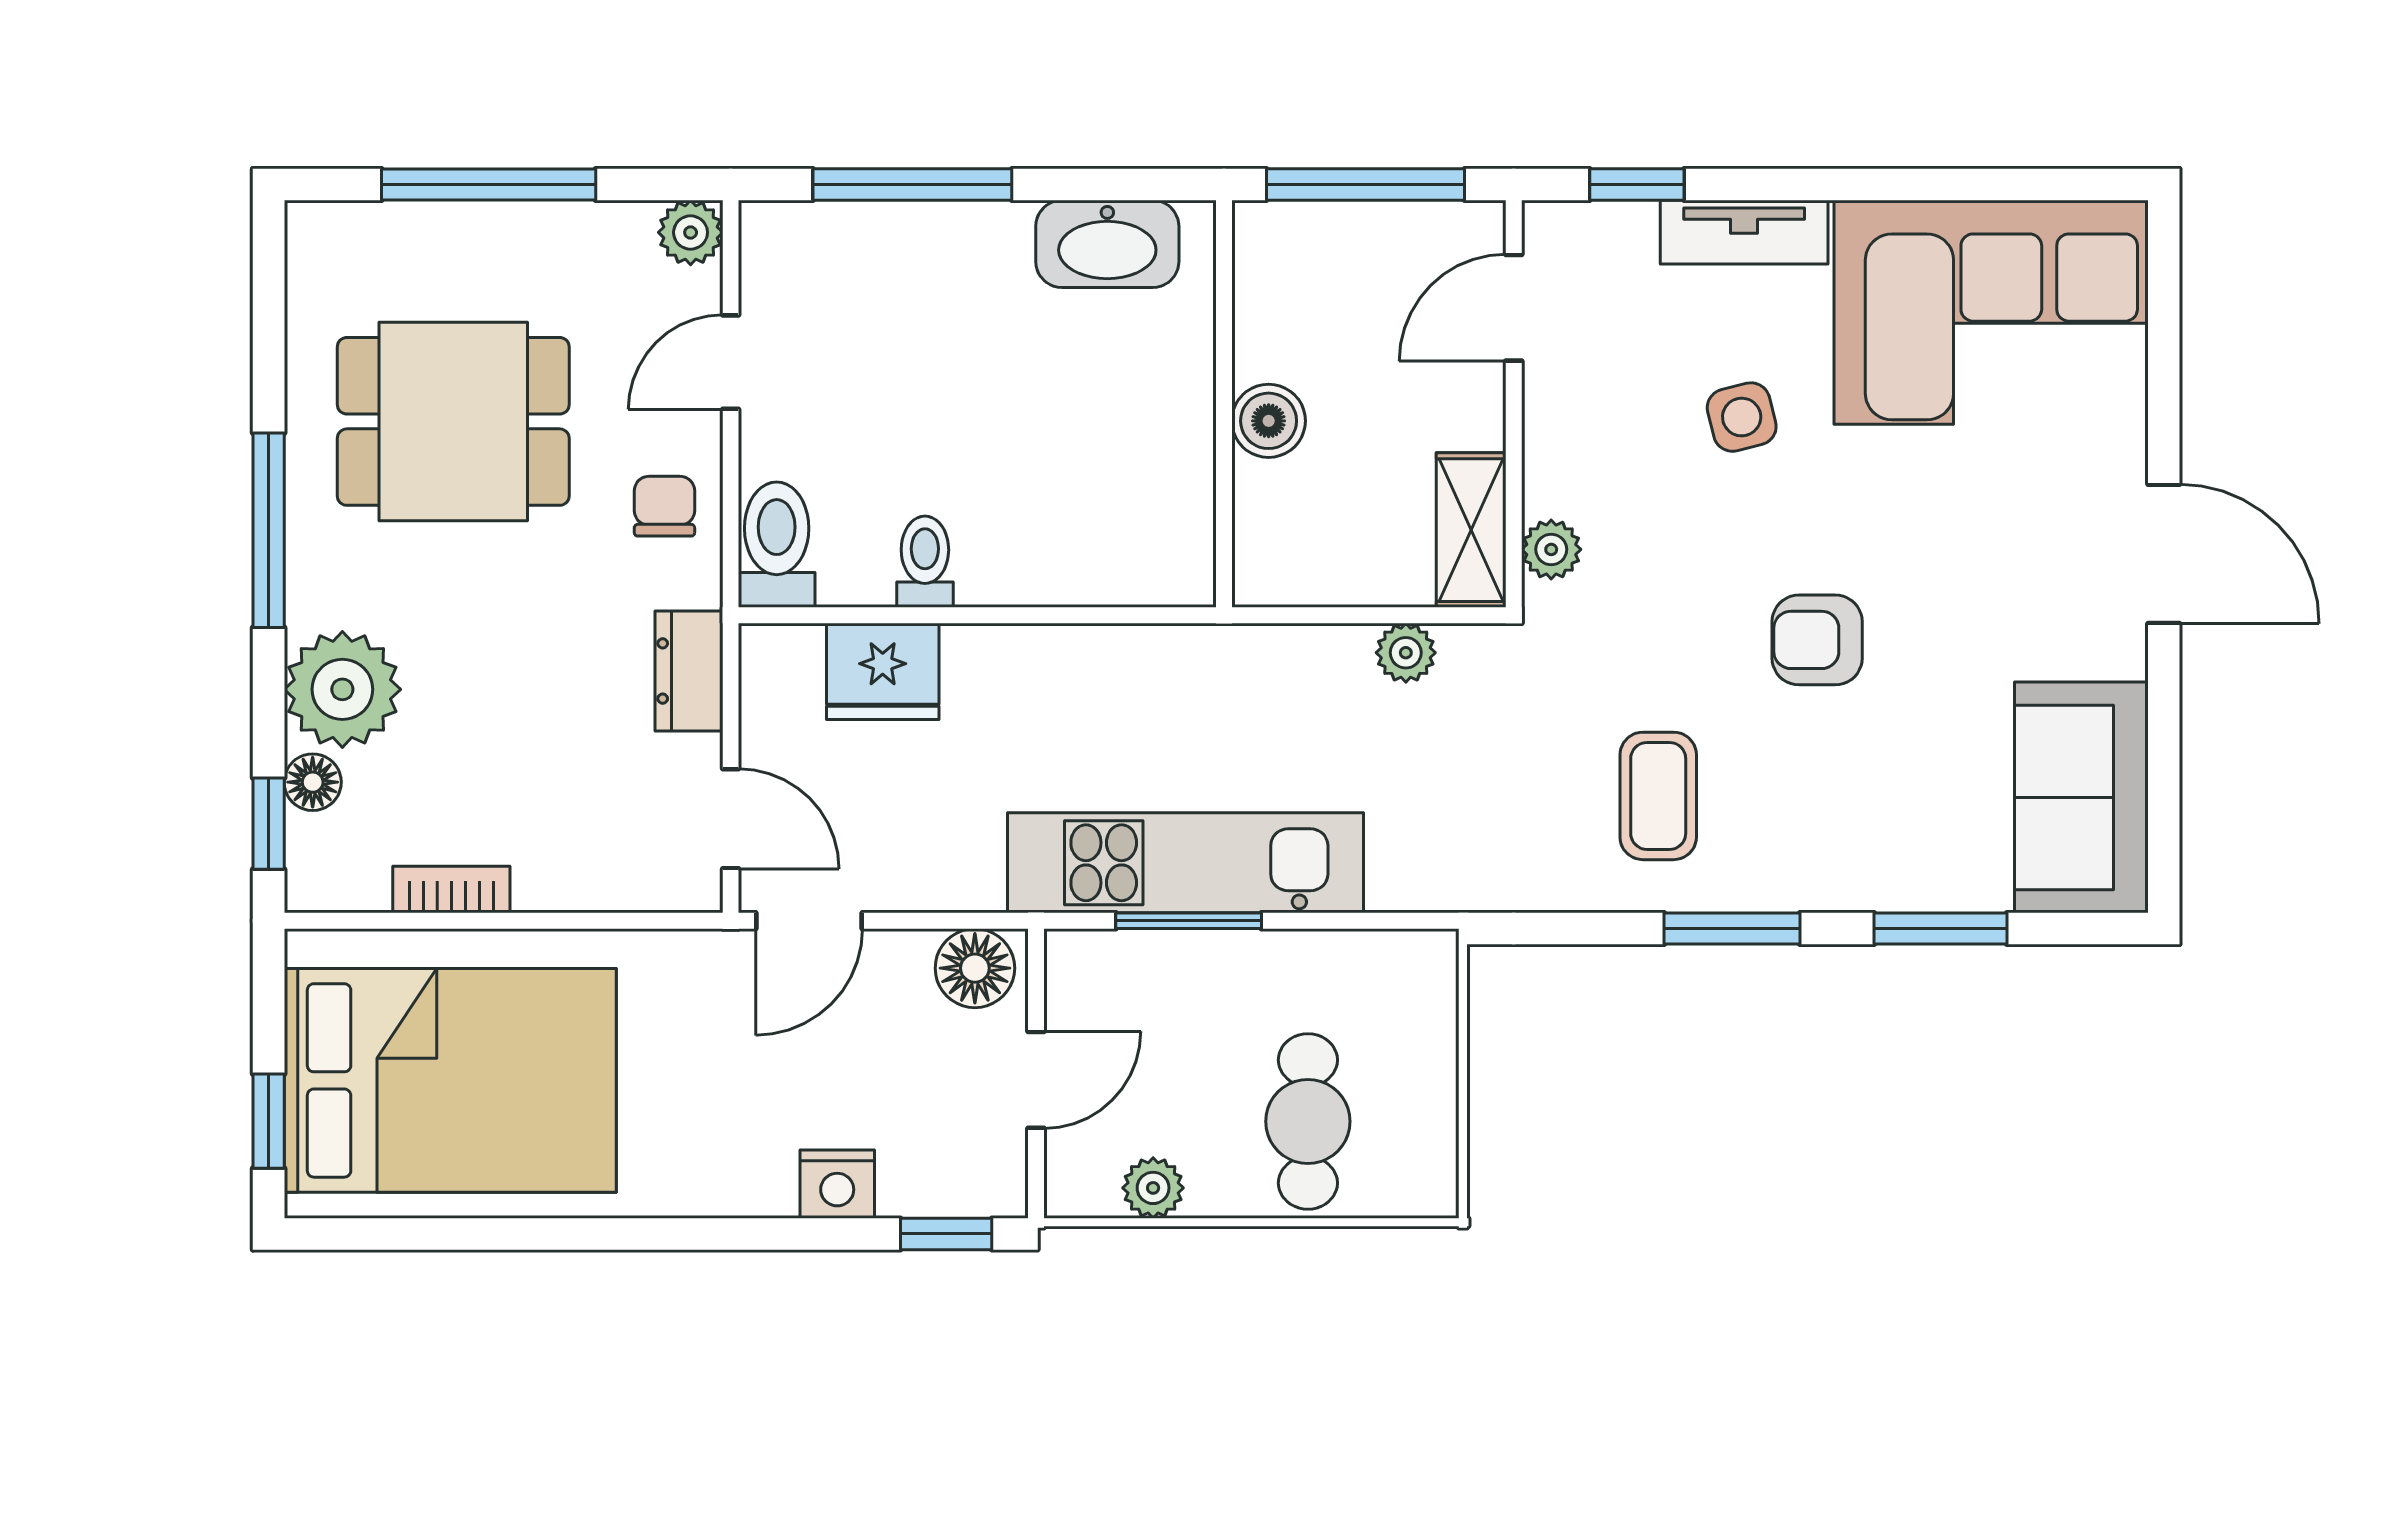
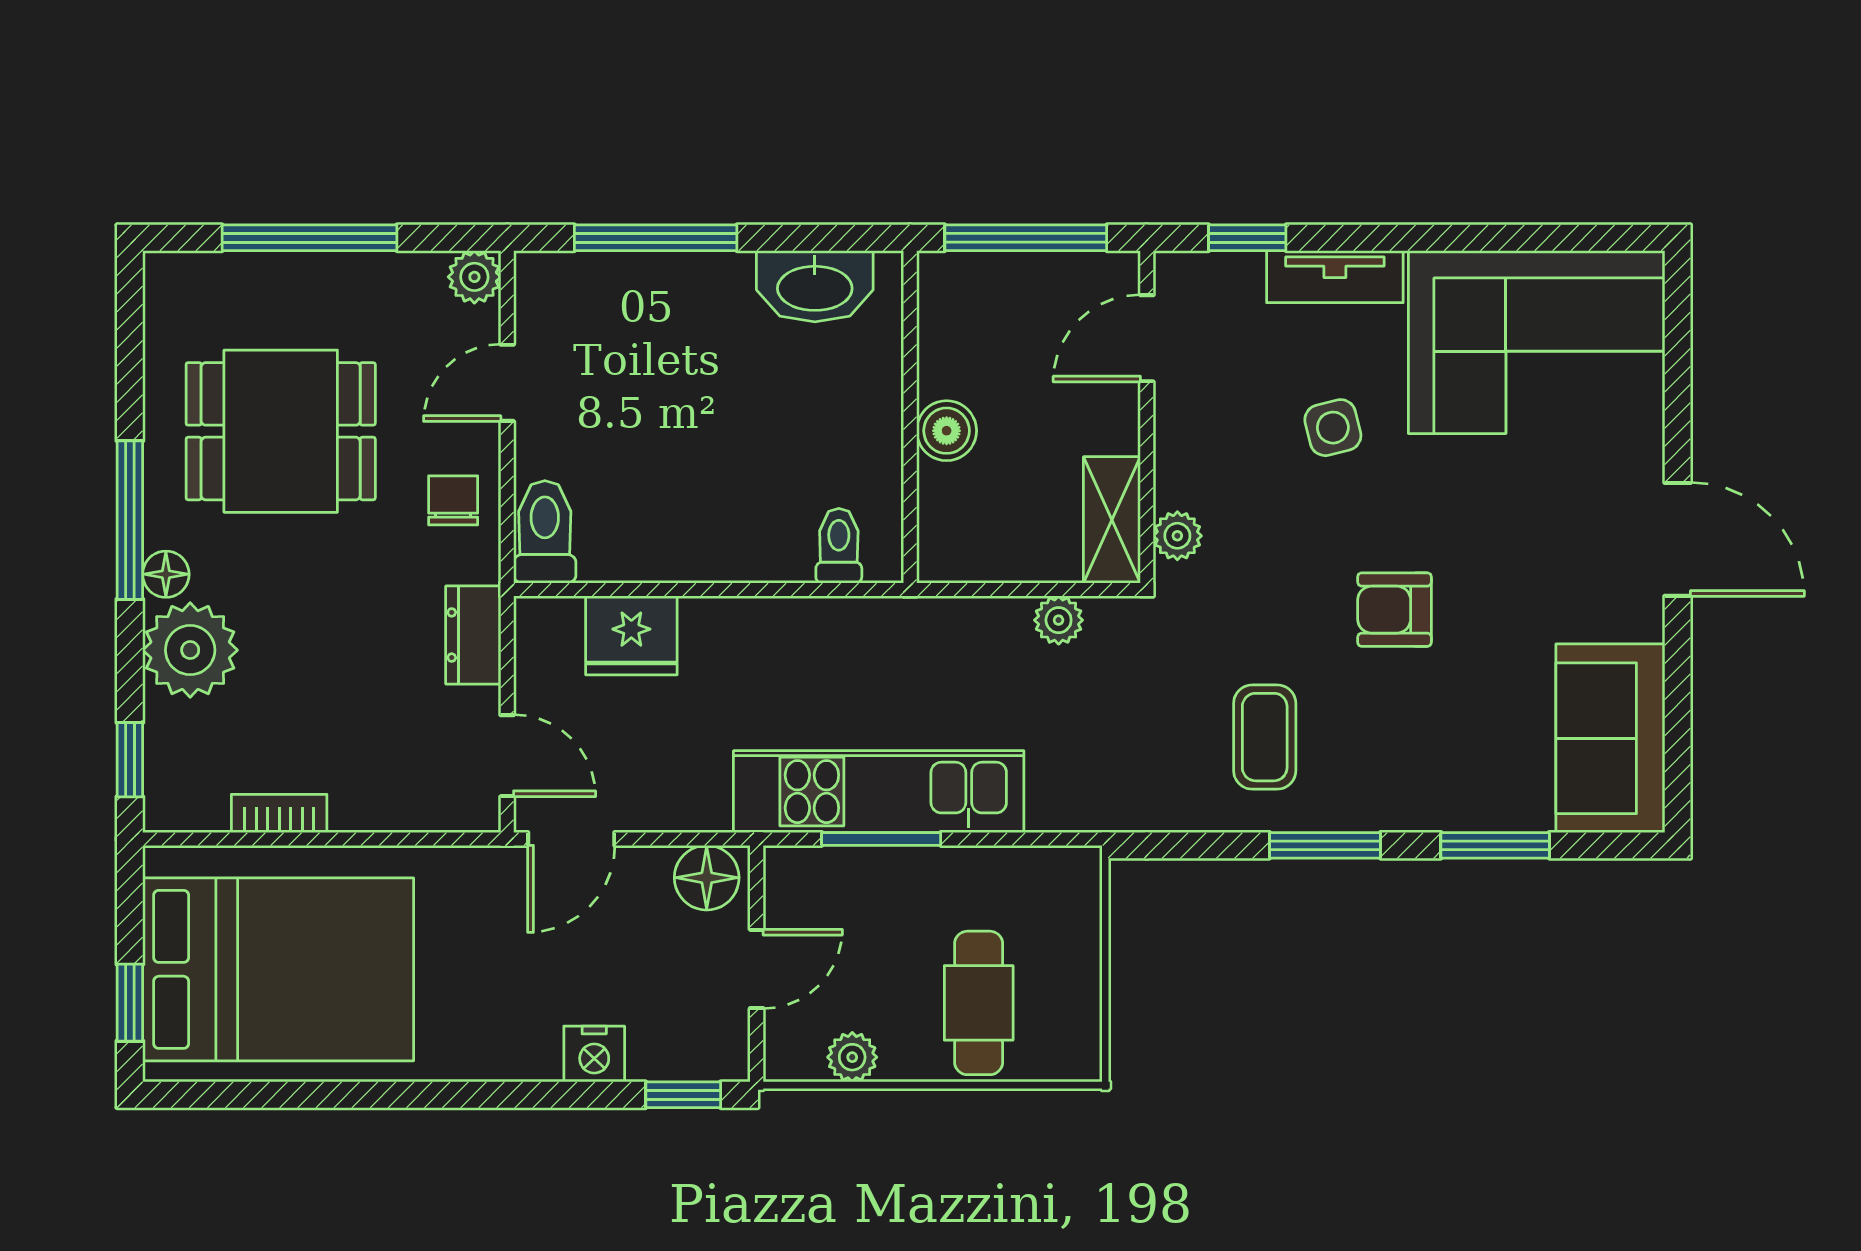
toilet: (925, 562) -> (839, 546), moved
floor lamp: (313, 782) -> (166, 574), moved

